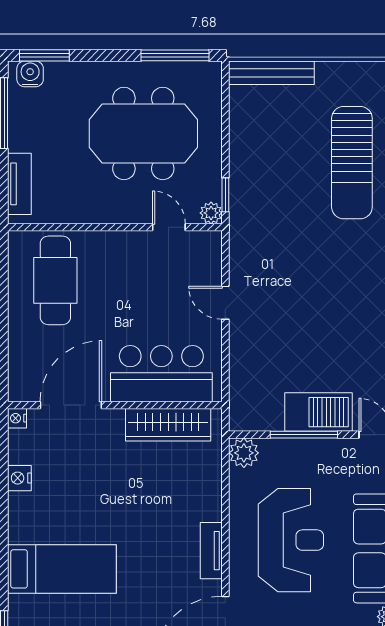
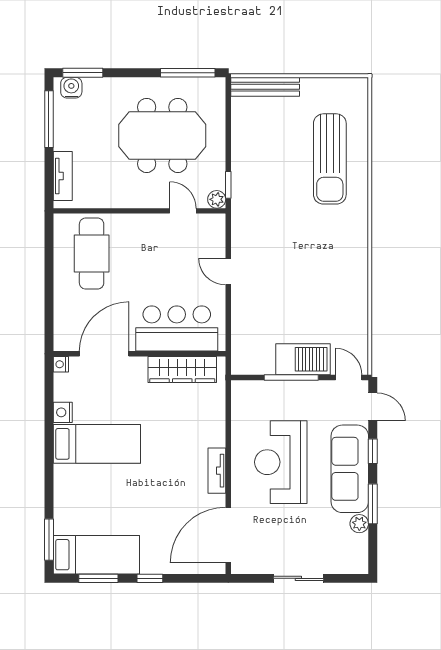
plant: (244, 453) -> (243, 392), removed
reception desk: (291, 540) -> (281, 462), turned 180
bed: (62, 569) -> (97, 444), moved

